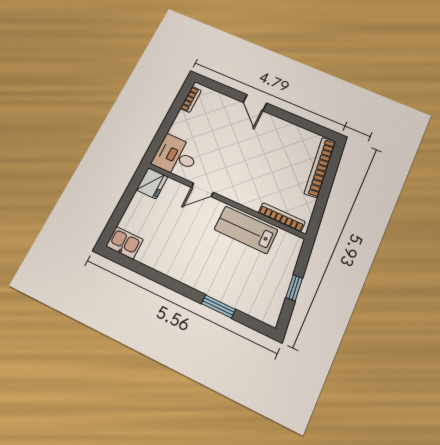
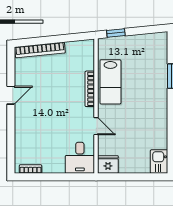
door: (255, 103) -> (11, 95), moved
bookcase: (282, 217) -> (90, 89), moved
window: (294, 288) -> (116, 33), moved

